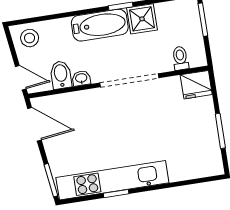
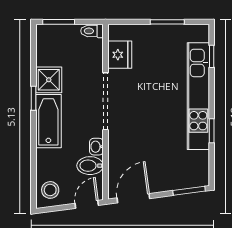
toilet: (180, 58) -> (92, 31), moved
fridge: (196, 85) -> (120, 55), moved
kitchen unit: (112, 180) -> (198, 96), moved
window: (192, 182) -> (212, 56), added

